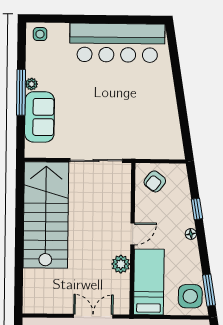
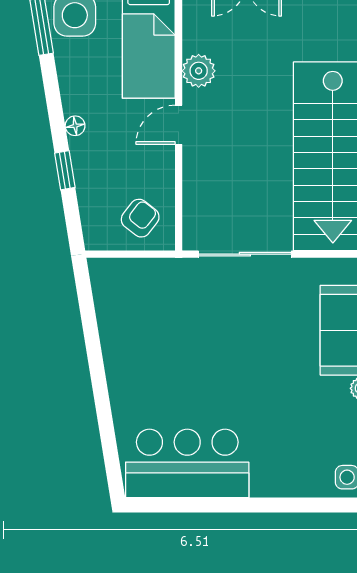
bar counter: (117, 43) -> (187, 463), width x0.73

